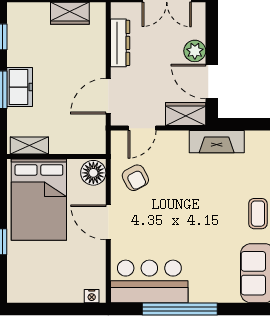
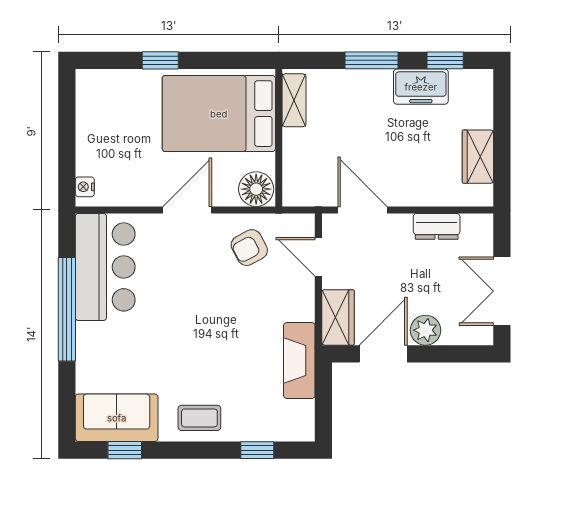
dresser: (120, 43) -> (437, 226), width x0.70
freezer: (20, 87) -> (421, 87), moved

